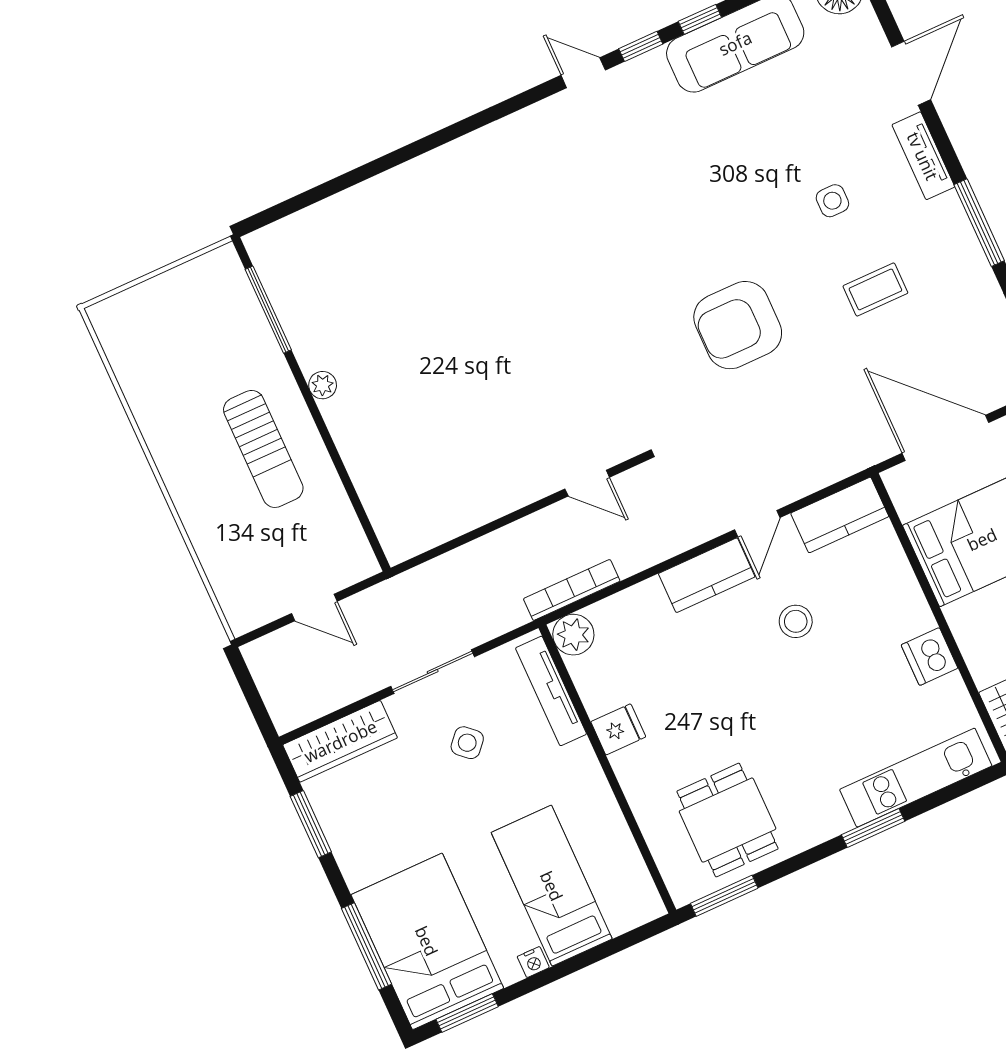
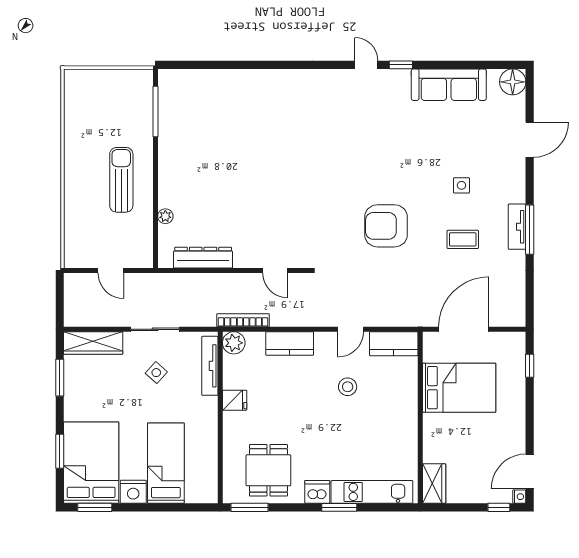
window: (700, 19) -> (437, 65), removed
tv unit: (923, 156) -> (517, 227), moved
plant: (323, 385) -> (165, 216), moved
door: (945, 438) -> (464, 329), hinge flipped
sun lounger: (263, 449) -> (121, 180), turned 180
dresser: (458, 516) -> (203, 258), added
kitchen counter: (707, 575) -> (290, 344), moved
dishwasher: (929, 657) -> (317, 492), moved, turned 90
window: (366, 946) -> (60, 451), width x0.69
nightstand: (533, 962) -> (133, 492), width x1.89, depth x1.79

